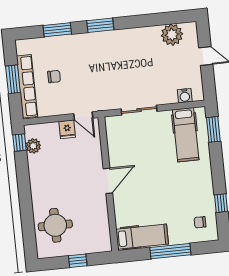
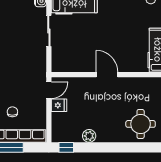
sliding door: (139, 110) -> (49, 31), moved
plant: (33, 146) -> (89, 136), moved

